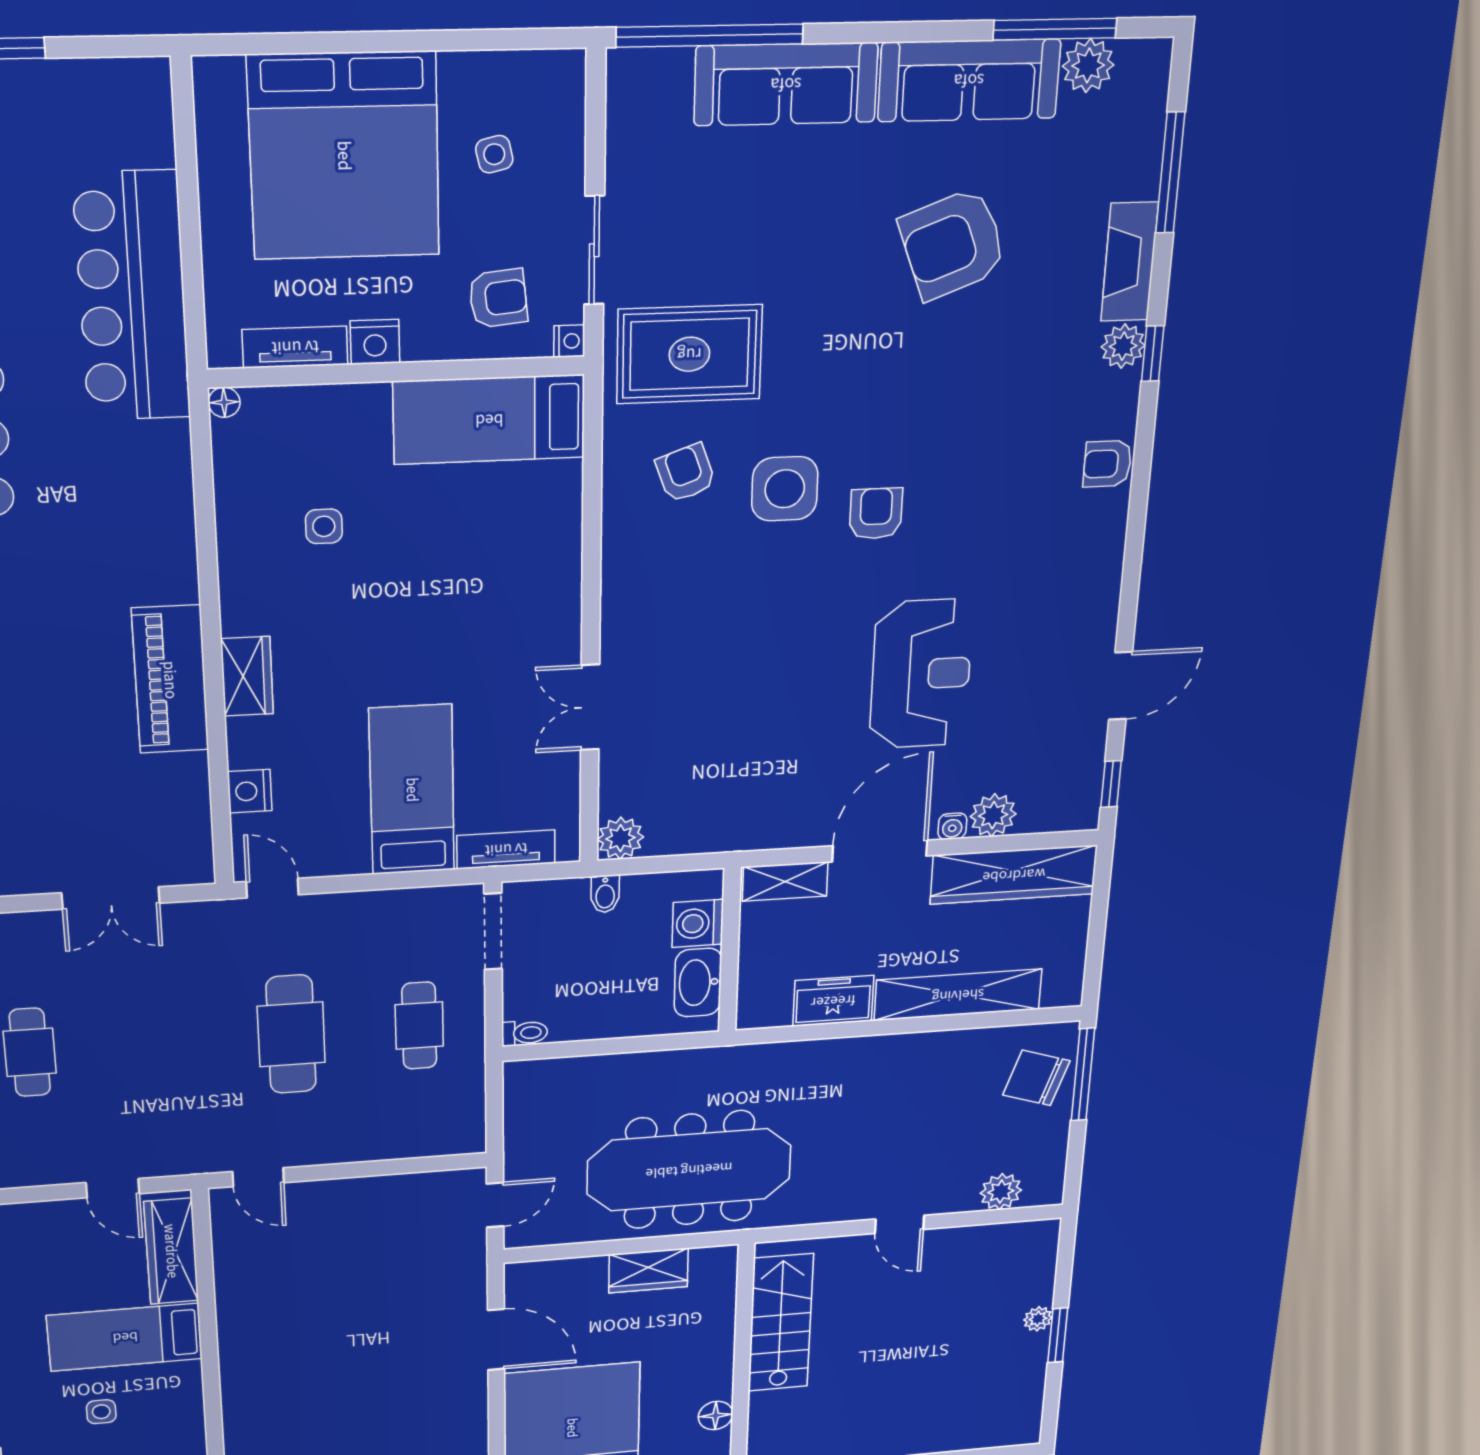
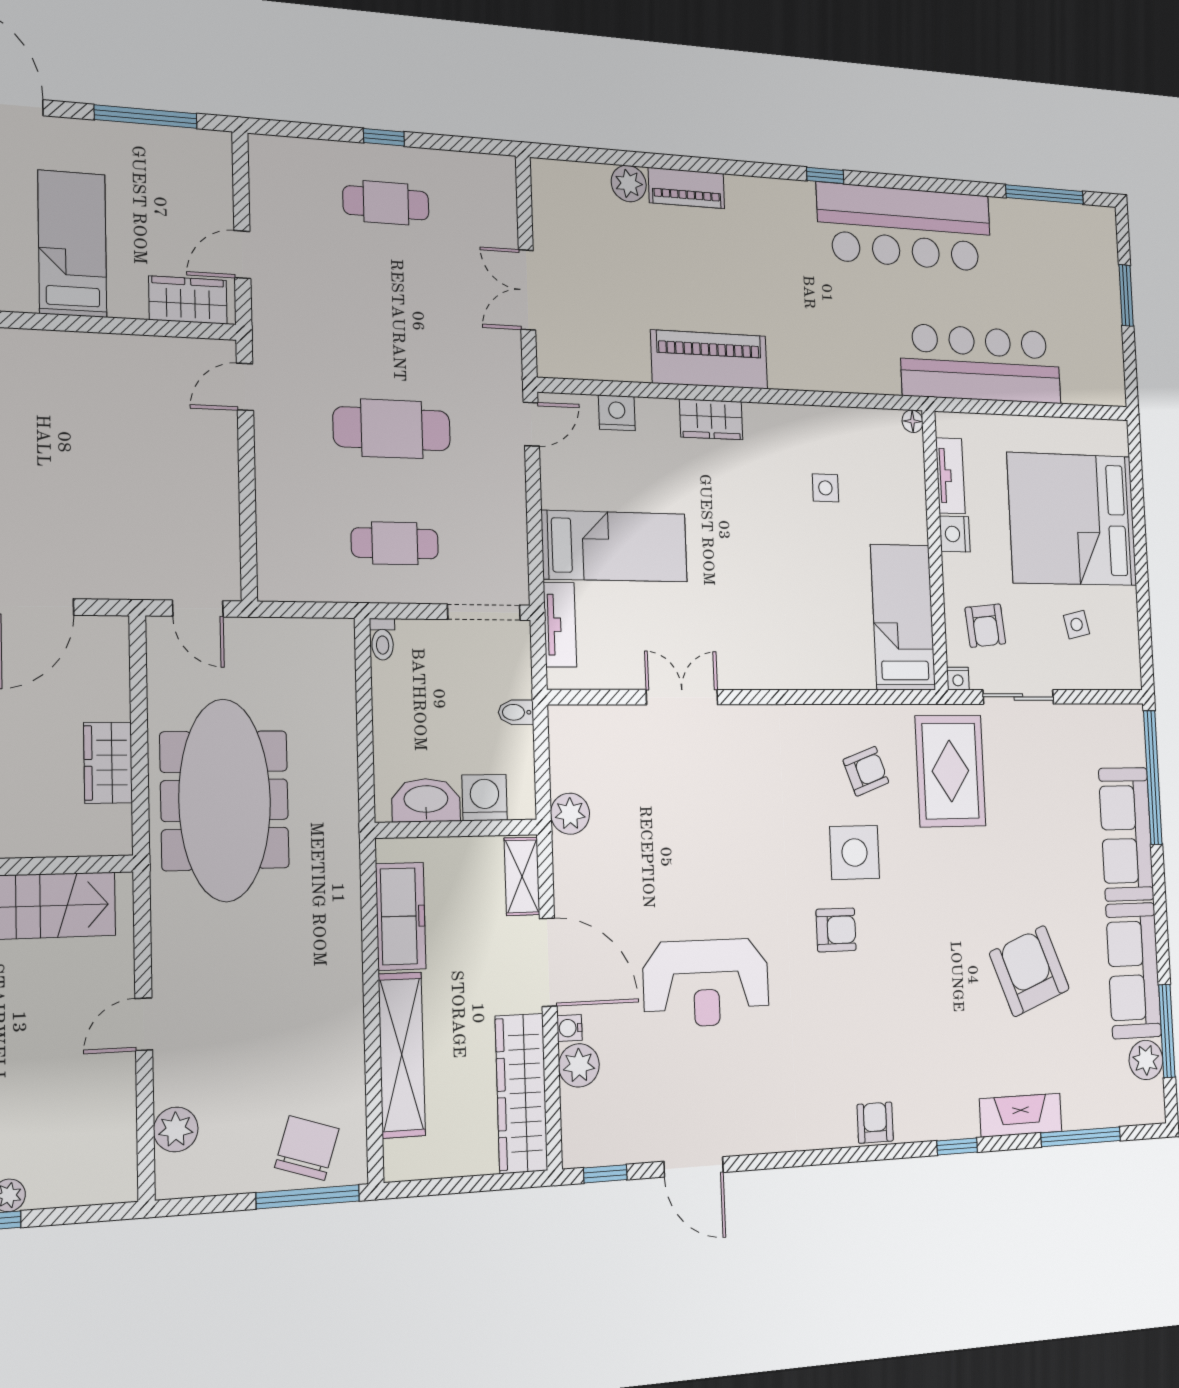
plant: (1123, 346) -> (962, 1121), removed
plant: (620, 838) -> (570, 814), moved
freezer: (833, 1001) -> (401, 916), width x1.40
wardrobe: (171, 1251) -> (188, 300), width x0.67

